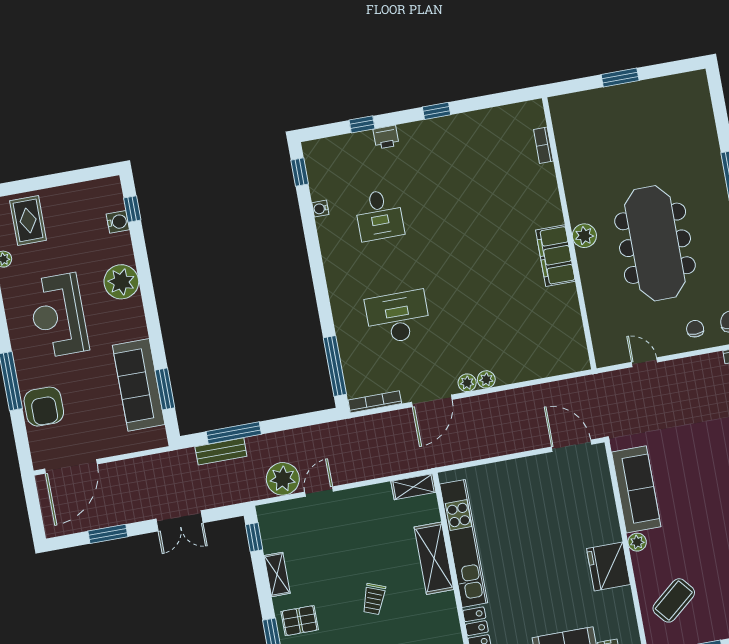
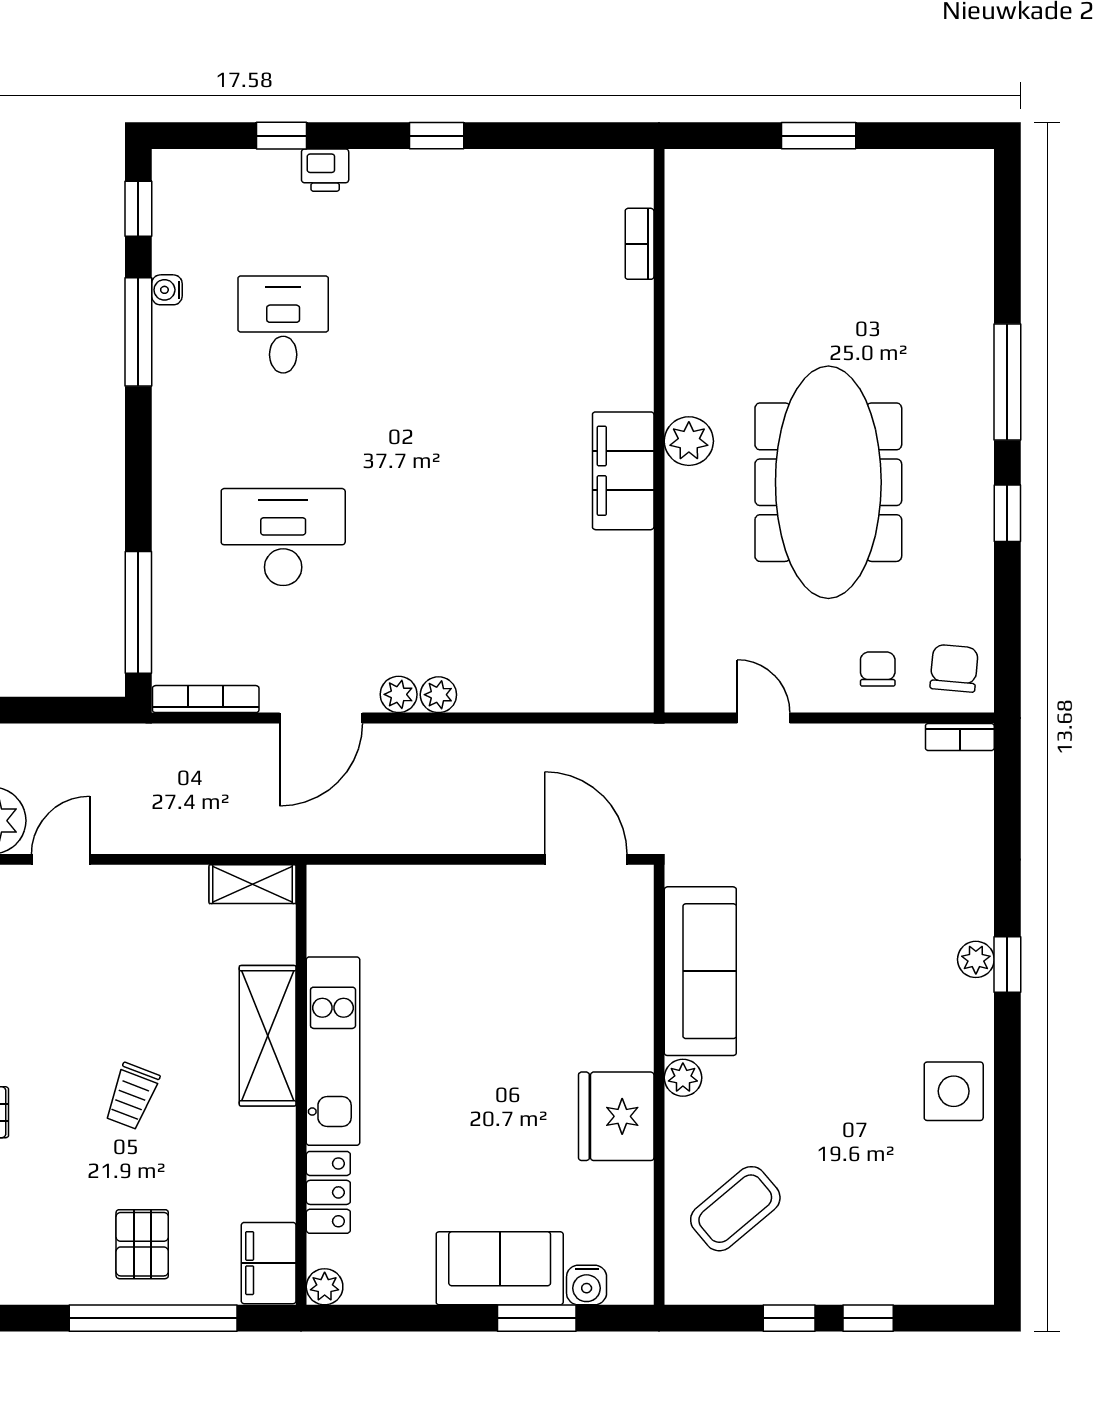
desk: (379, 215) -> (283, 324), turned 180
window: (310, 231) -> (138, 332), added
kitchen unit: (464, 543) -> (333, 1051), width x0.73

